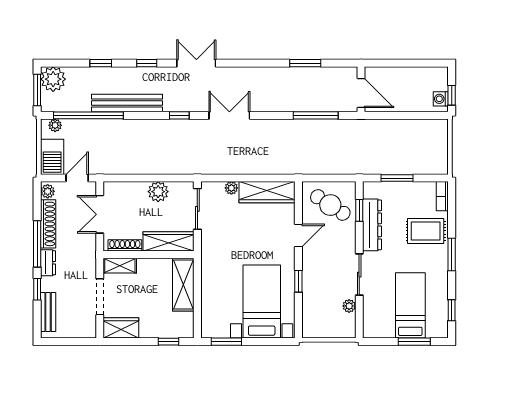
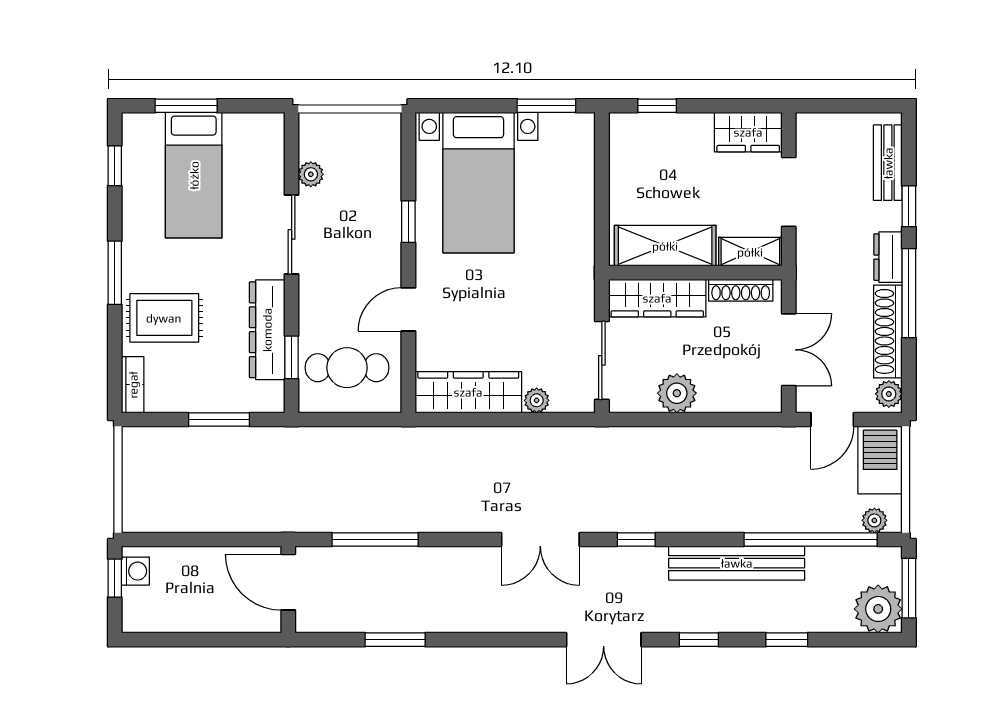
cafe table: (330, 205) -> (347, 368), turned -33
shelving: (183, 285) -> (665, 246), moved, turned 90

